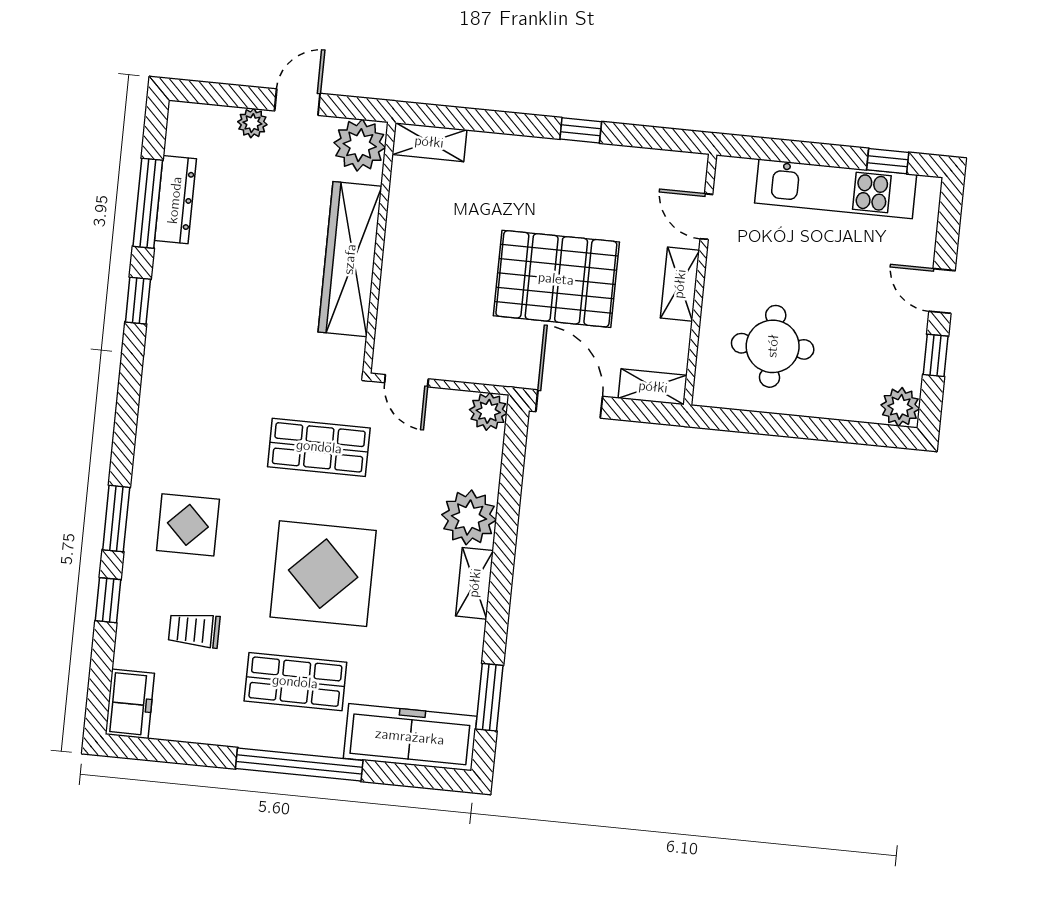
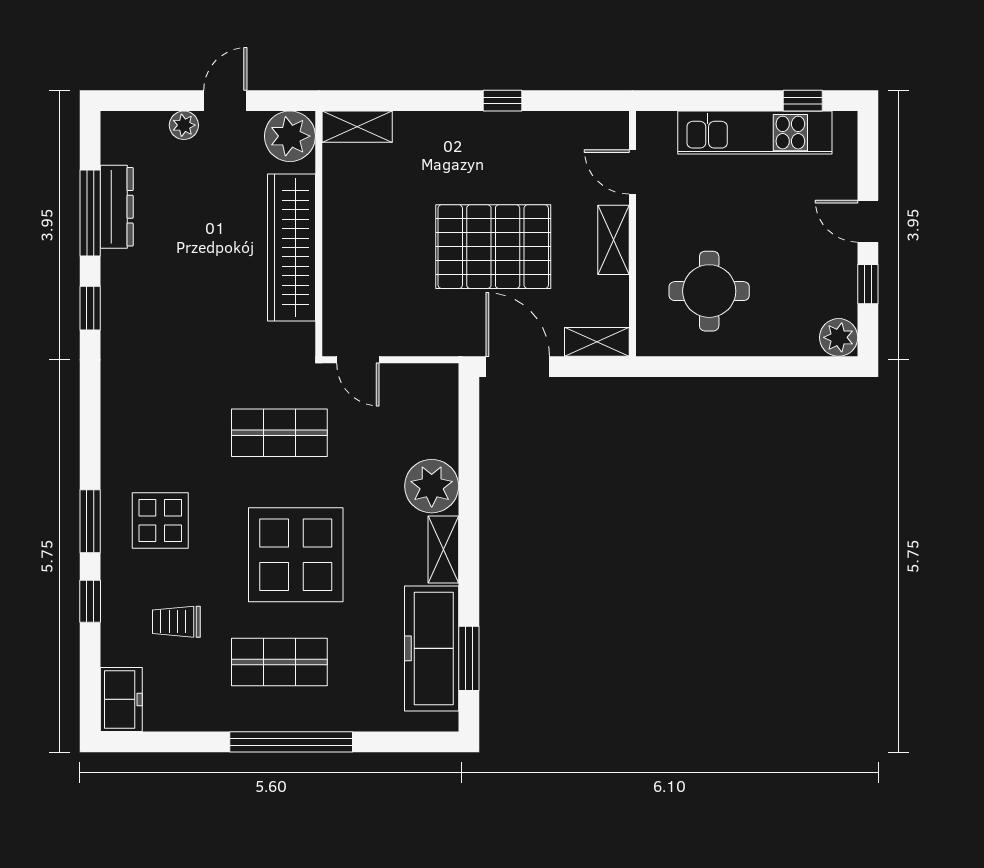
plant: (488, 411) -> (440, 382), removed
freezer: (410, 737) -> (432, 648), moved, turned -90

